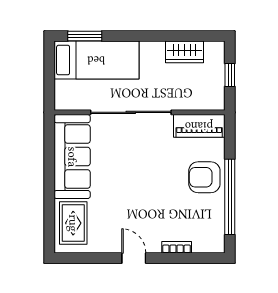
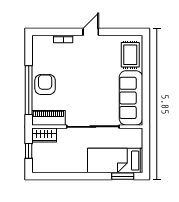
wardrobe: (184, 52) -> (44, 135), moved, turned 180
armchair: (204, 177) -> (45, 84), turned -90
window: (230, 197) -> (29, 90), moved
door: (134, 258) -> (91, 32), swing flipped

